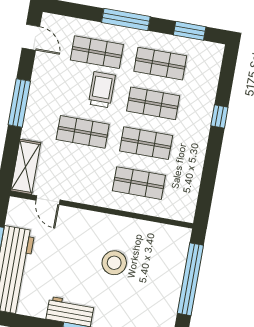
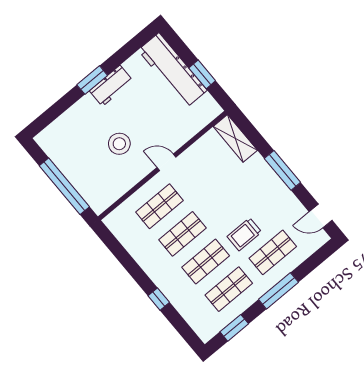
trolley: (102, 90) -> (244, 234), turned 90
shop shelf: (83, 132) -> (227, 197), removed
door: (48, 200) -> (167, 162), moved

